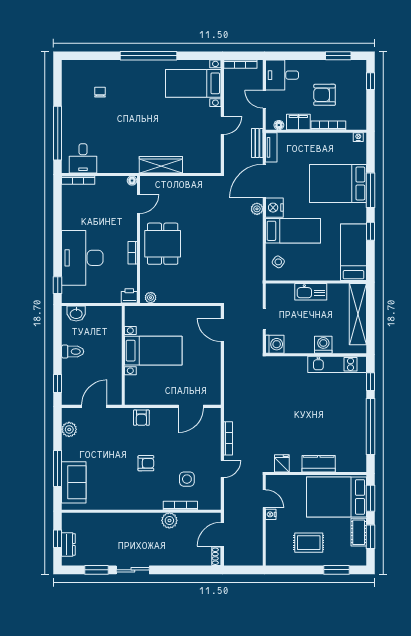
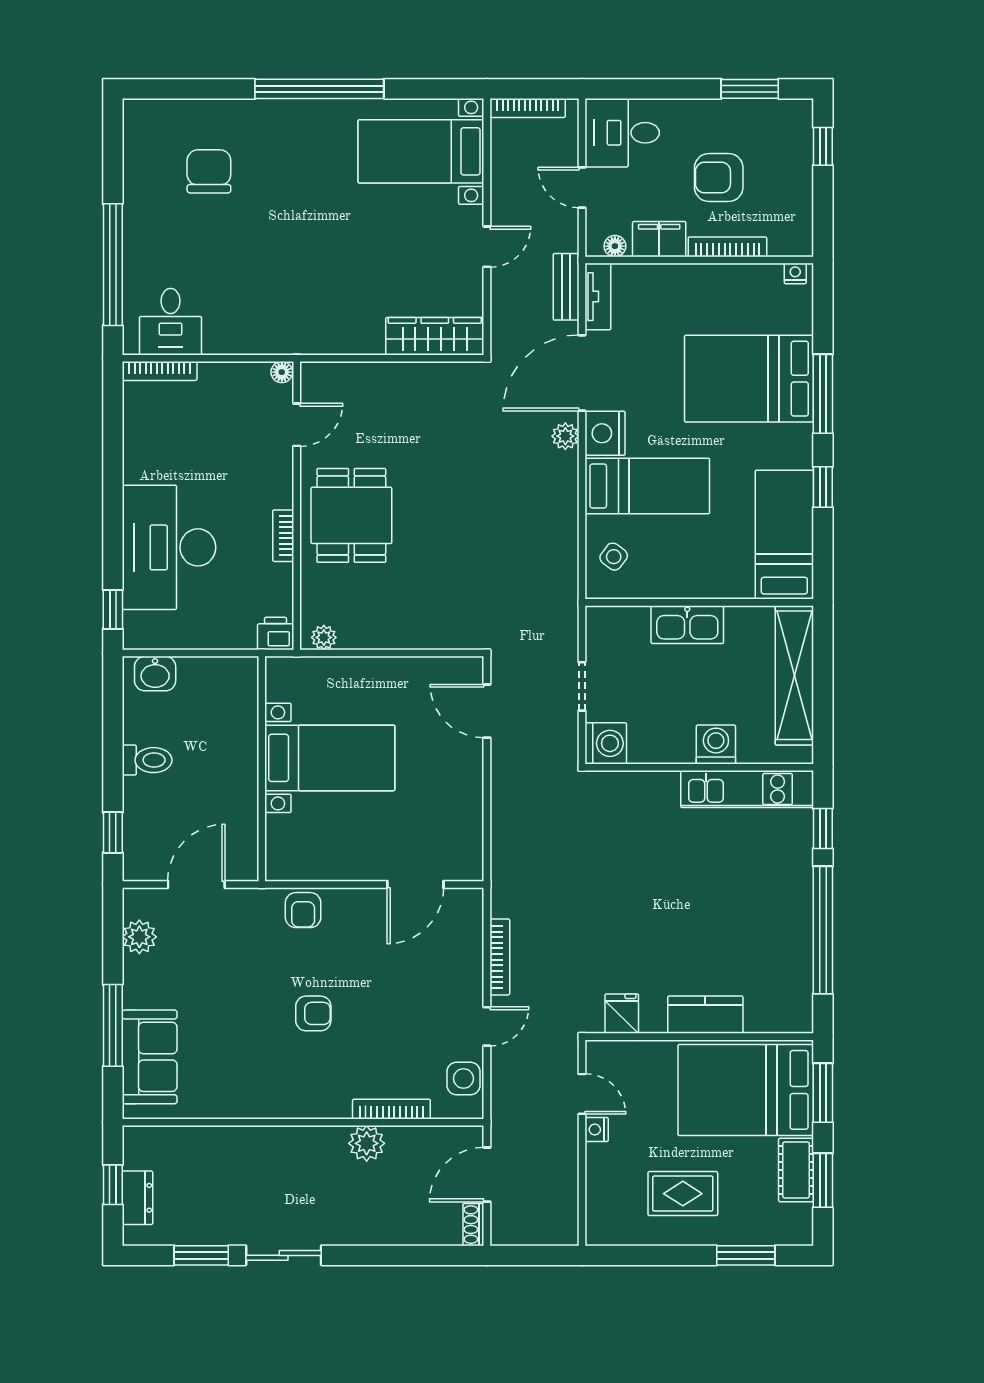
chair: (100, 92) -> (209, 171), width x1.87, depth x1.87
wardrobe: (161, 165) -> (435, 336), moved
side table: (187, 479) -> (463, 1079), moved

